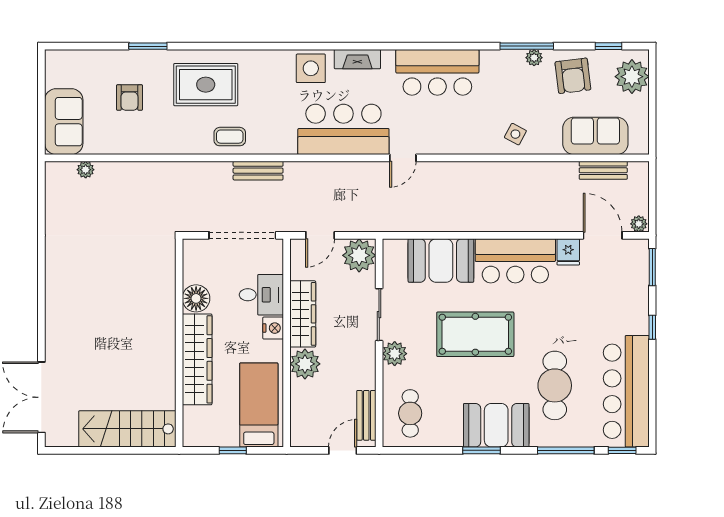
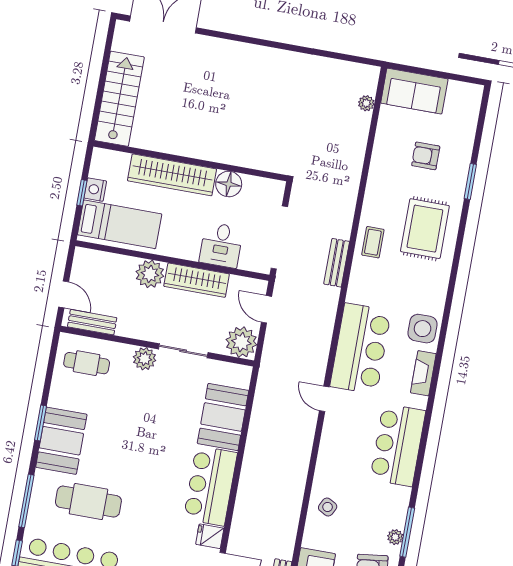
nightstand: (273, 328) -> (95, 190), moved, turned 90
pool table: (475, 334) -> (149, 437), removed

